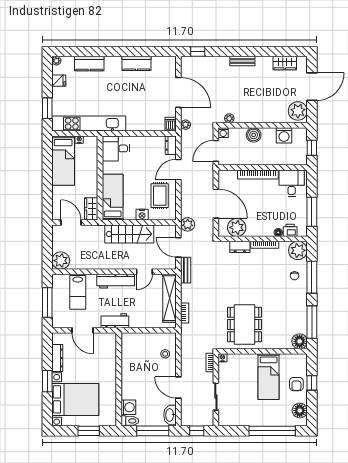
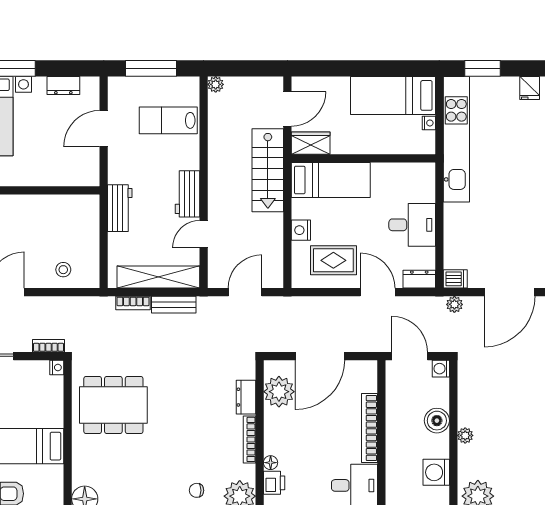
plant: (229, 118) -> (465, 435), moved
desk: (116, 148) -> (412, 225), moved, turned 90
plant: (188, 224) -> (284, 308), removed
stairs: (129, 234) -> (268, 170), moved
plant: (61, 261) -> (216, 84), width x0.53, depth x0.53
bench: (186, 270) -> (174, 305), moved
door: (144, 272) -> (204, 234), hinge flipped
workbench: (116, 281) -> (188, 194), width x0.73
workbench: (115, 321) -> (120, 208), moved
dresser: (57, 358) -> (63, 86), width x0.70

